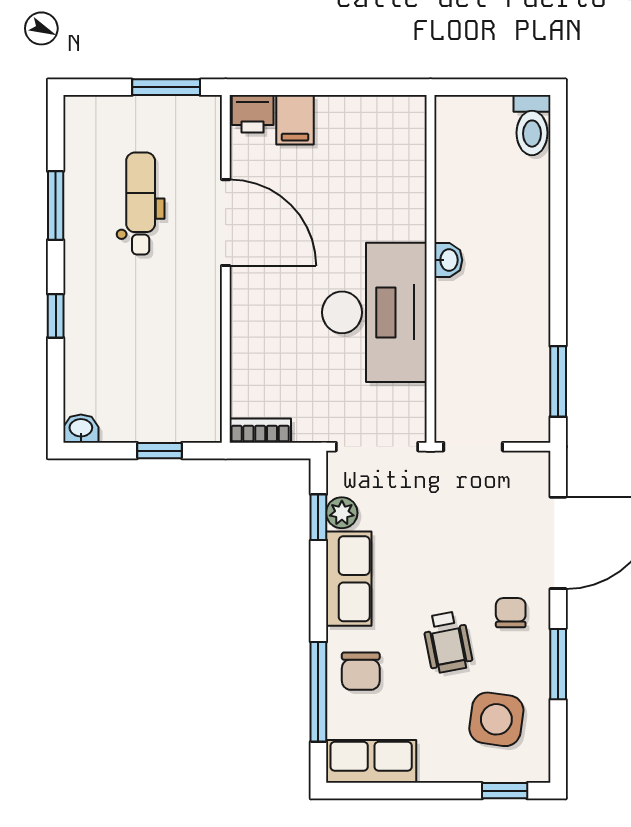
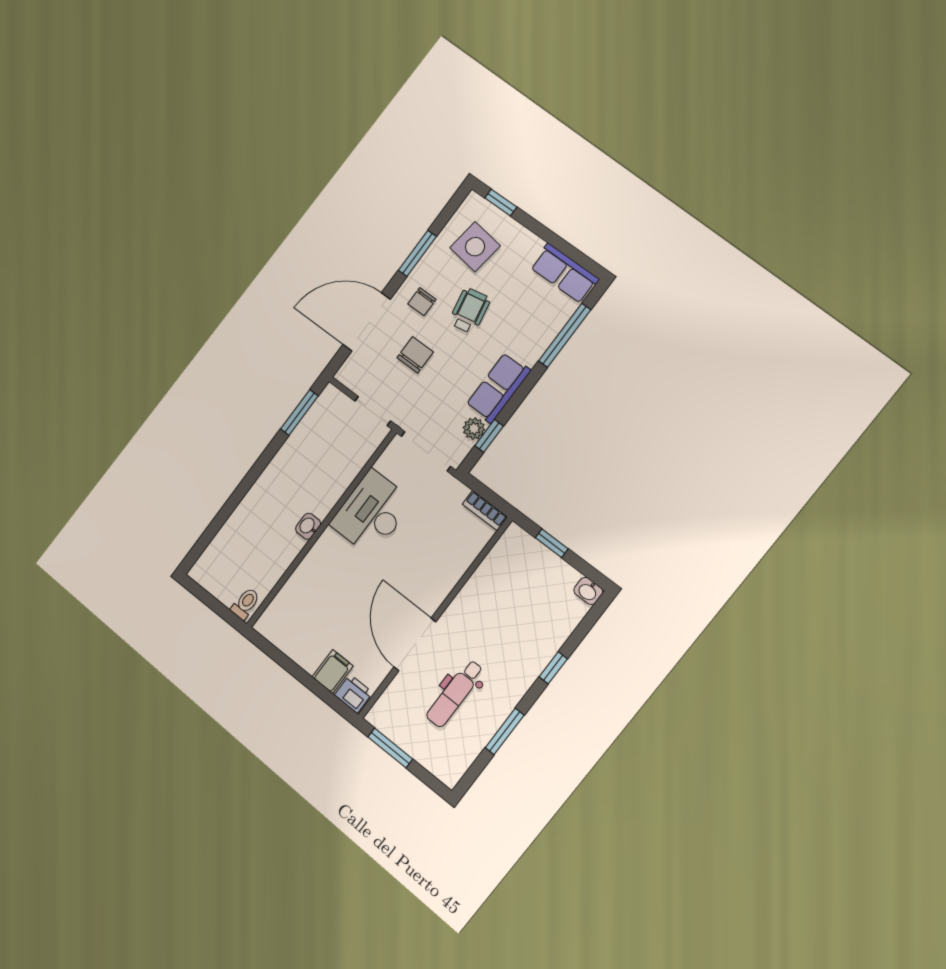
toilet: (532, 125) -> (245, 604), moved, width x0.73, depth x0.72
desk: (374, 312) -> (372, 513), width x0.73, depth x0.77
chair: (361, 671) -> (415, 355), moved

